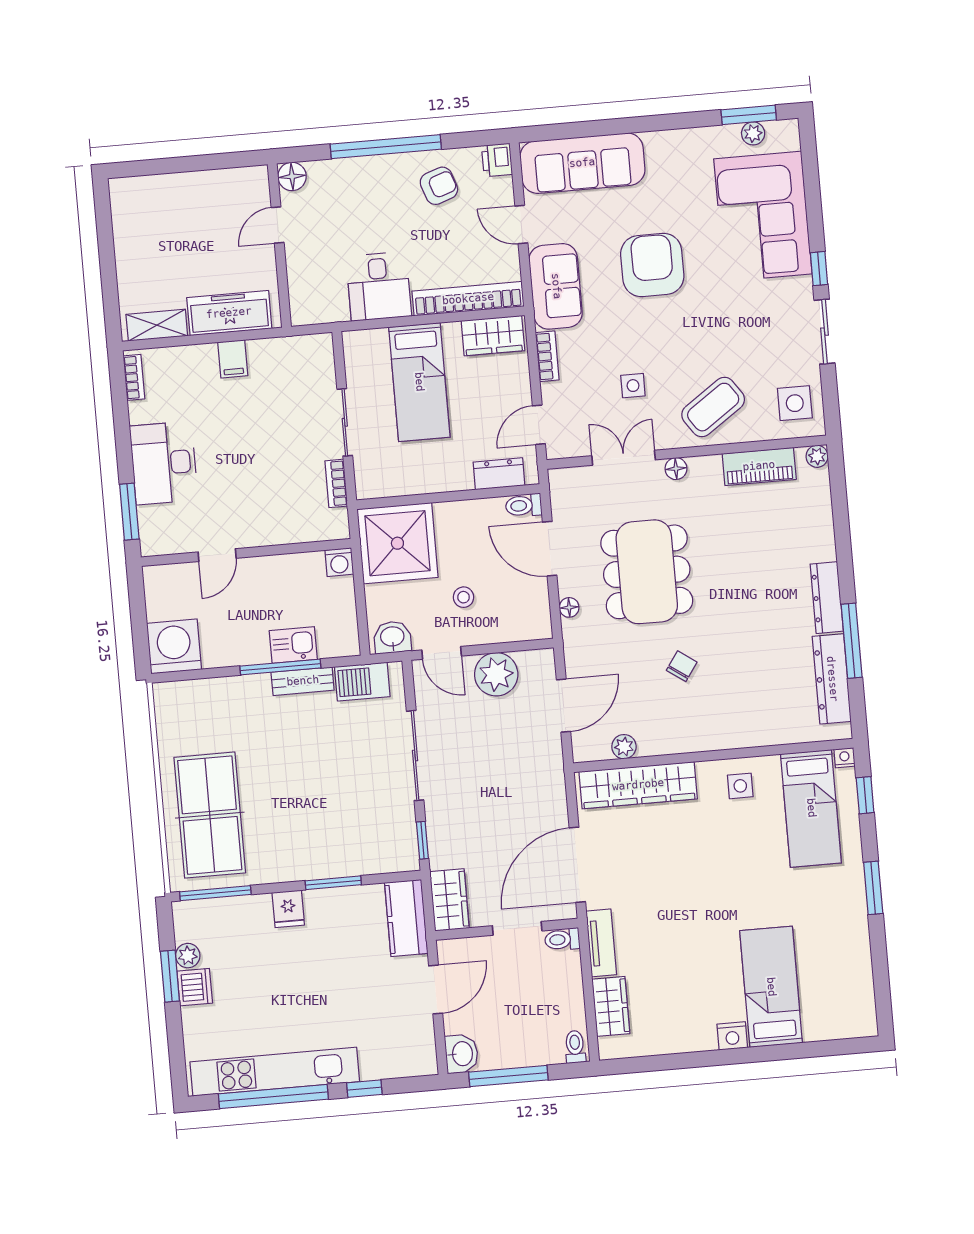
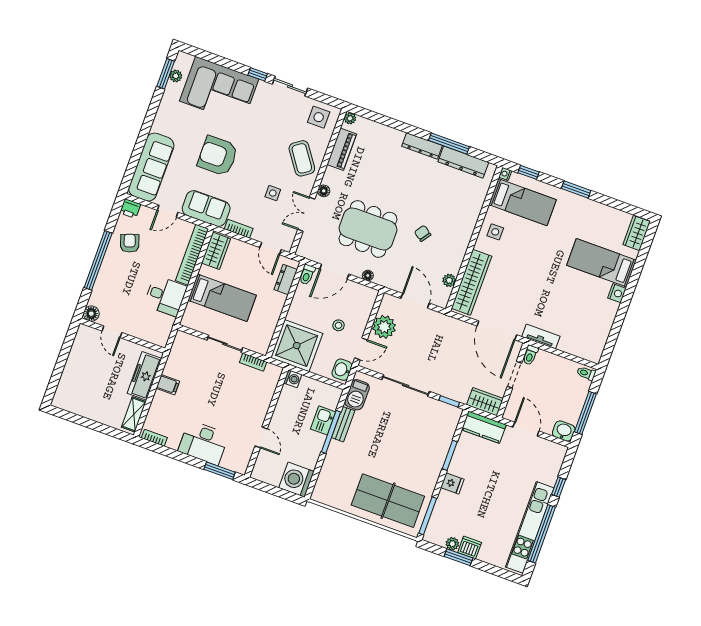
wardrobe: (611, 1006) -> (637, 233), moved, turned -90

